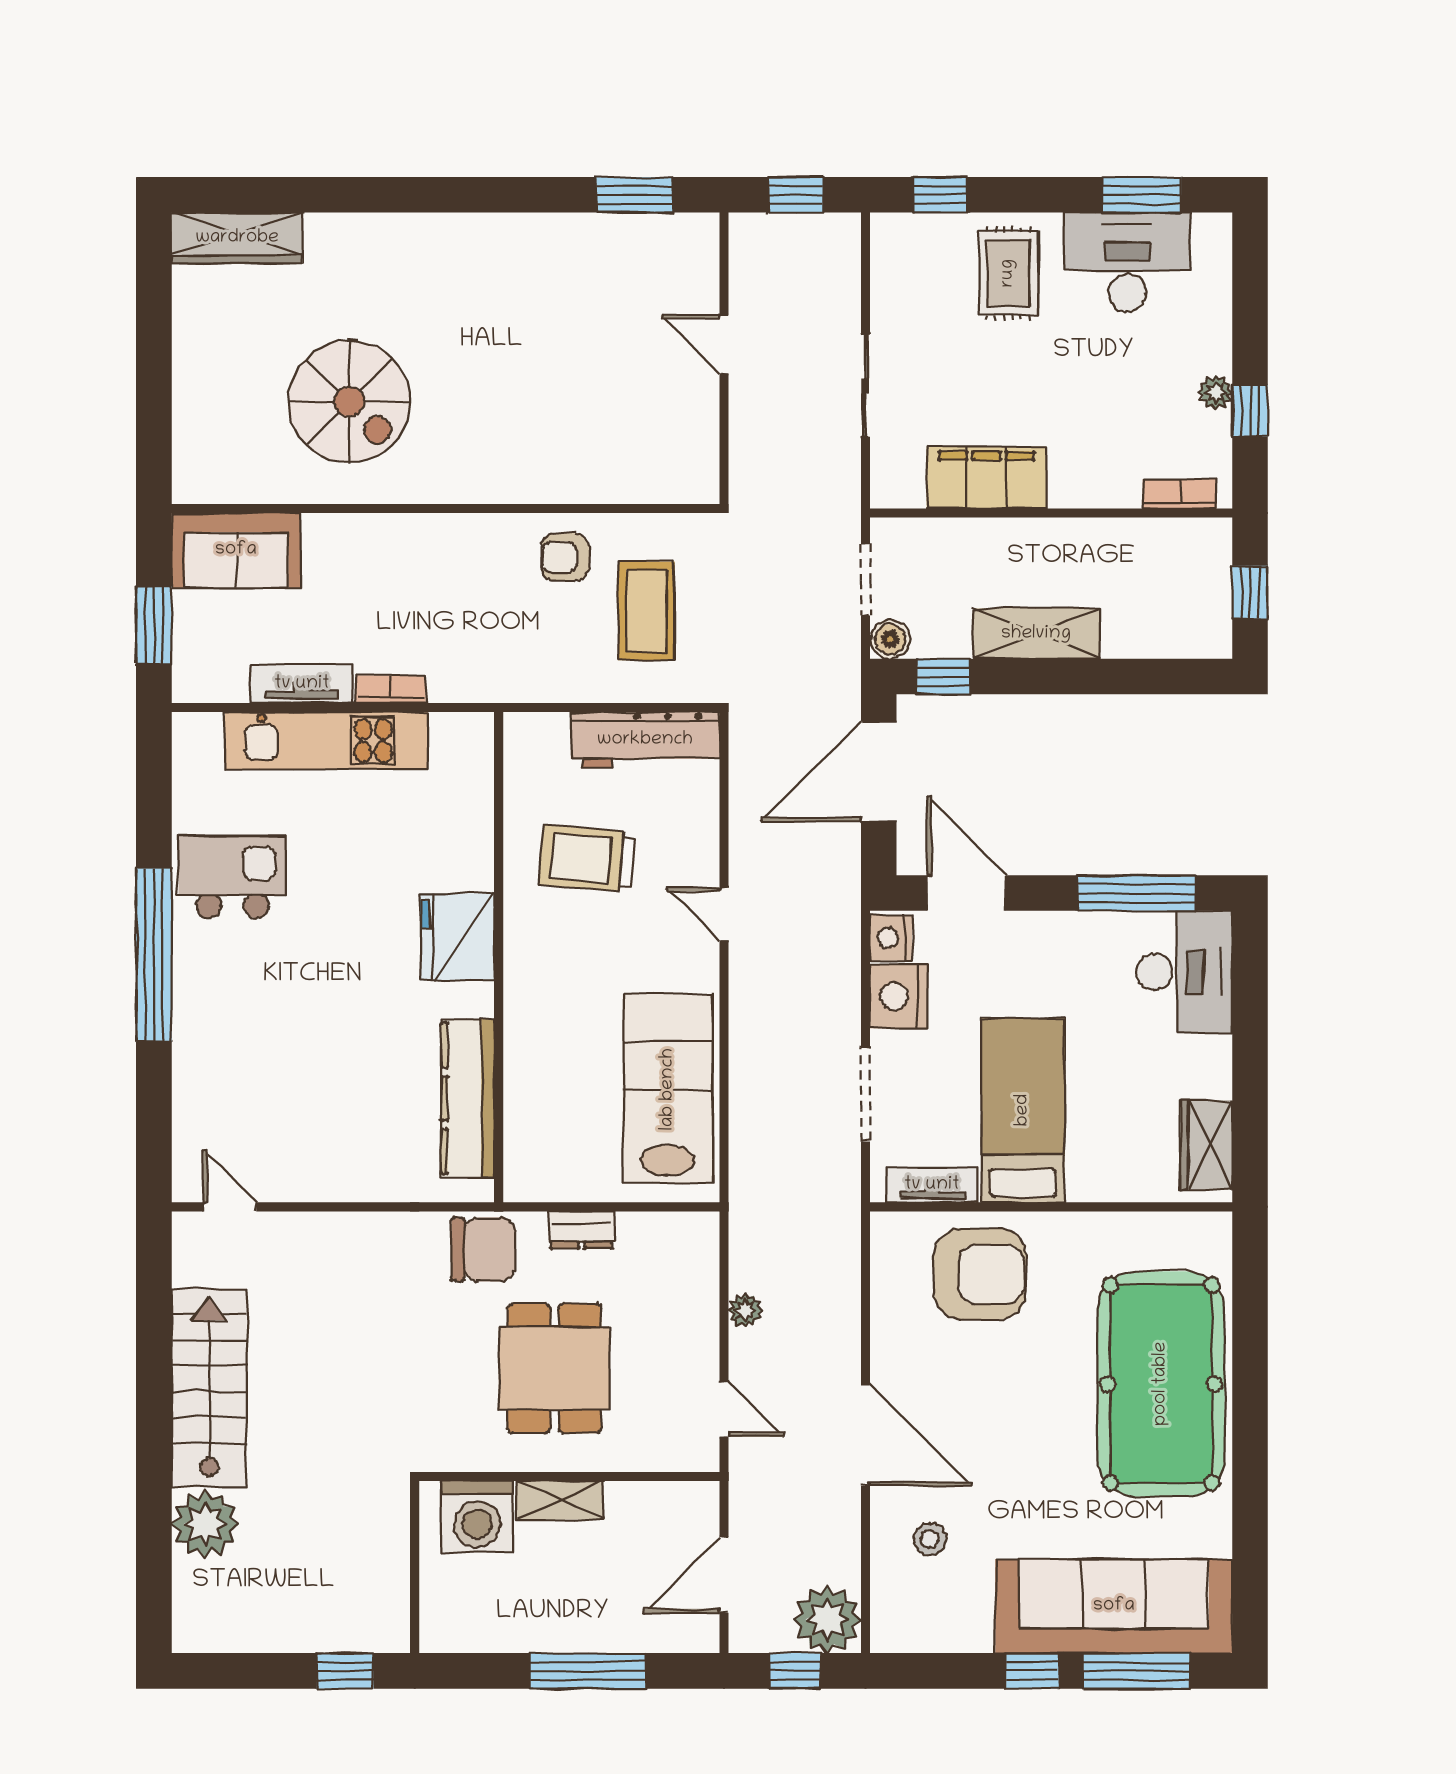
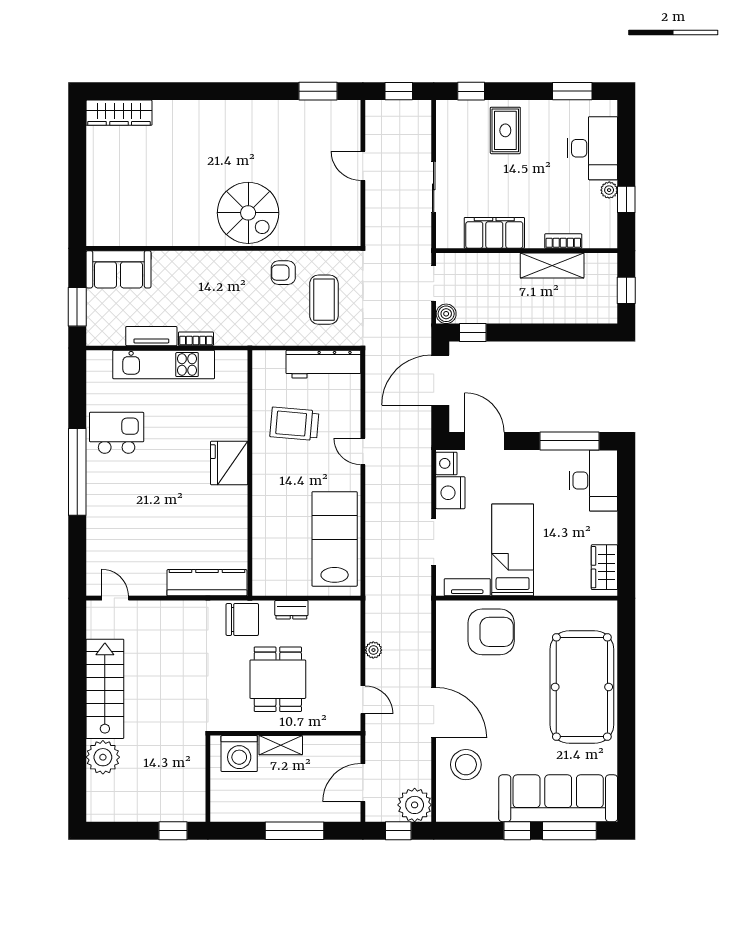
desk: (1127, 262) -> (593, 148), moved, turned 90
spiral stairs: (349, 402) -> (248, 213), moved
bookcase: (1180, 494) -> (563, 241), moved
shelving: (1036, 634) -> (552, 265), moved
kitchen counter: (468, 1098) -> (207, 583), moved, turned 90
stool: (930, 1539) -> (466, 765), width x1.89, depth x1.89

